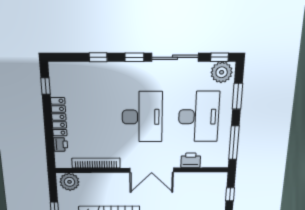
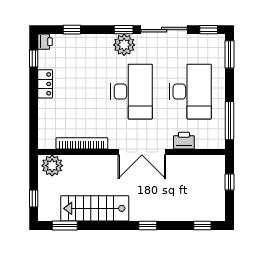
window: (98, 57) -> (72, 30), moved
plant: (222, 72) -> (124, 45), moved
window: (237, 96) -> (230, 54), moved
locker: (59, 117) -> (45, 84), width x0.66
printer: (61, 144) -> (45, 42), moved

